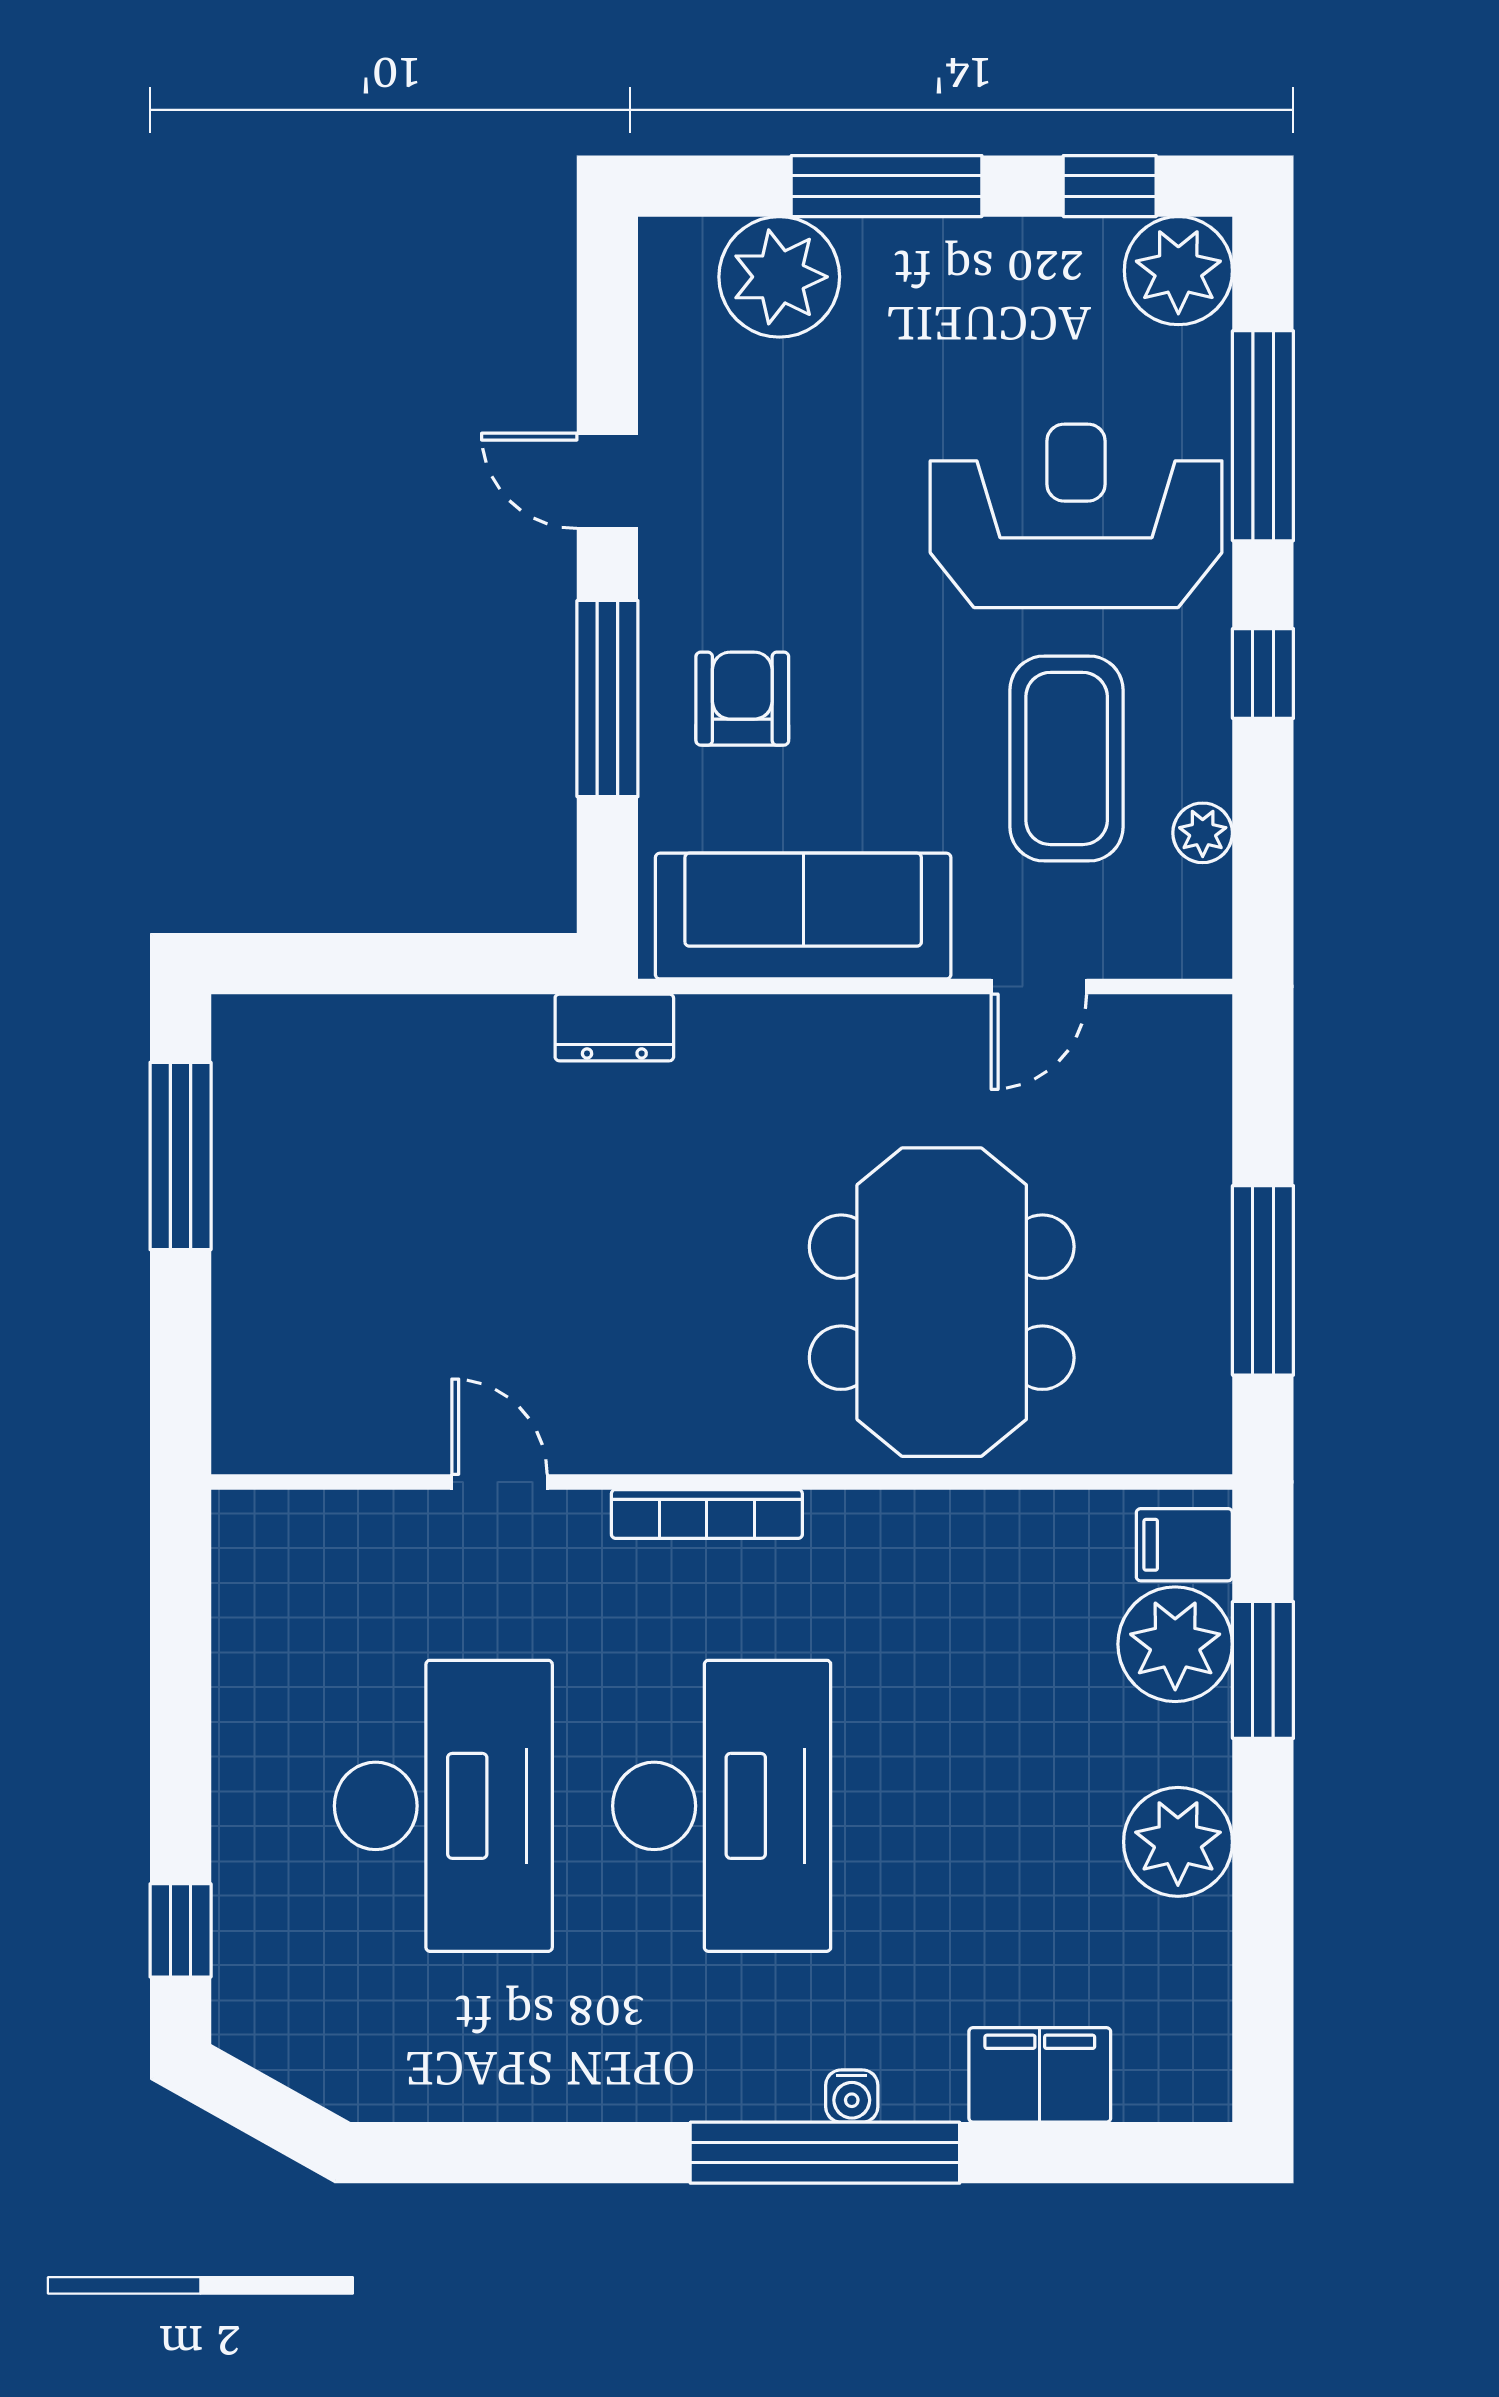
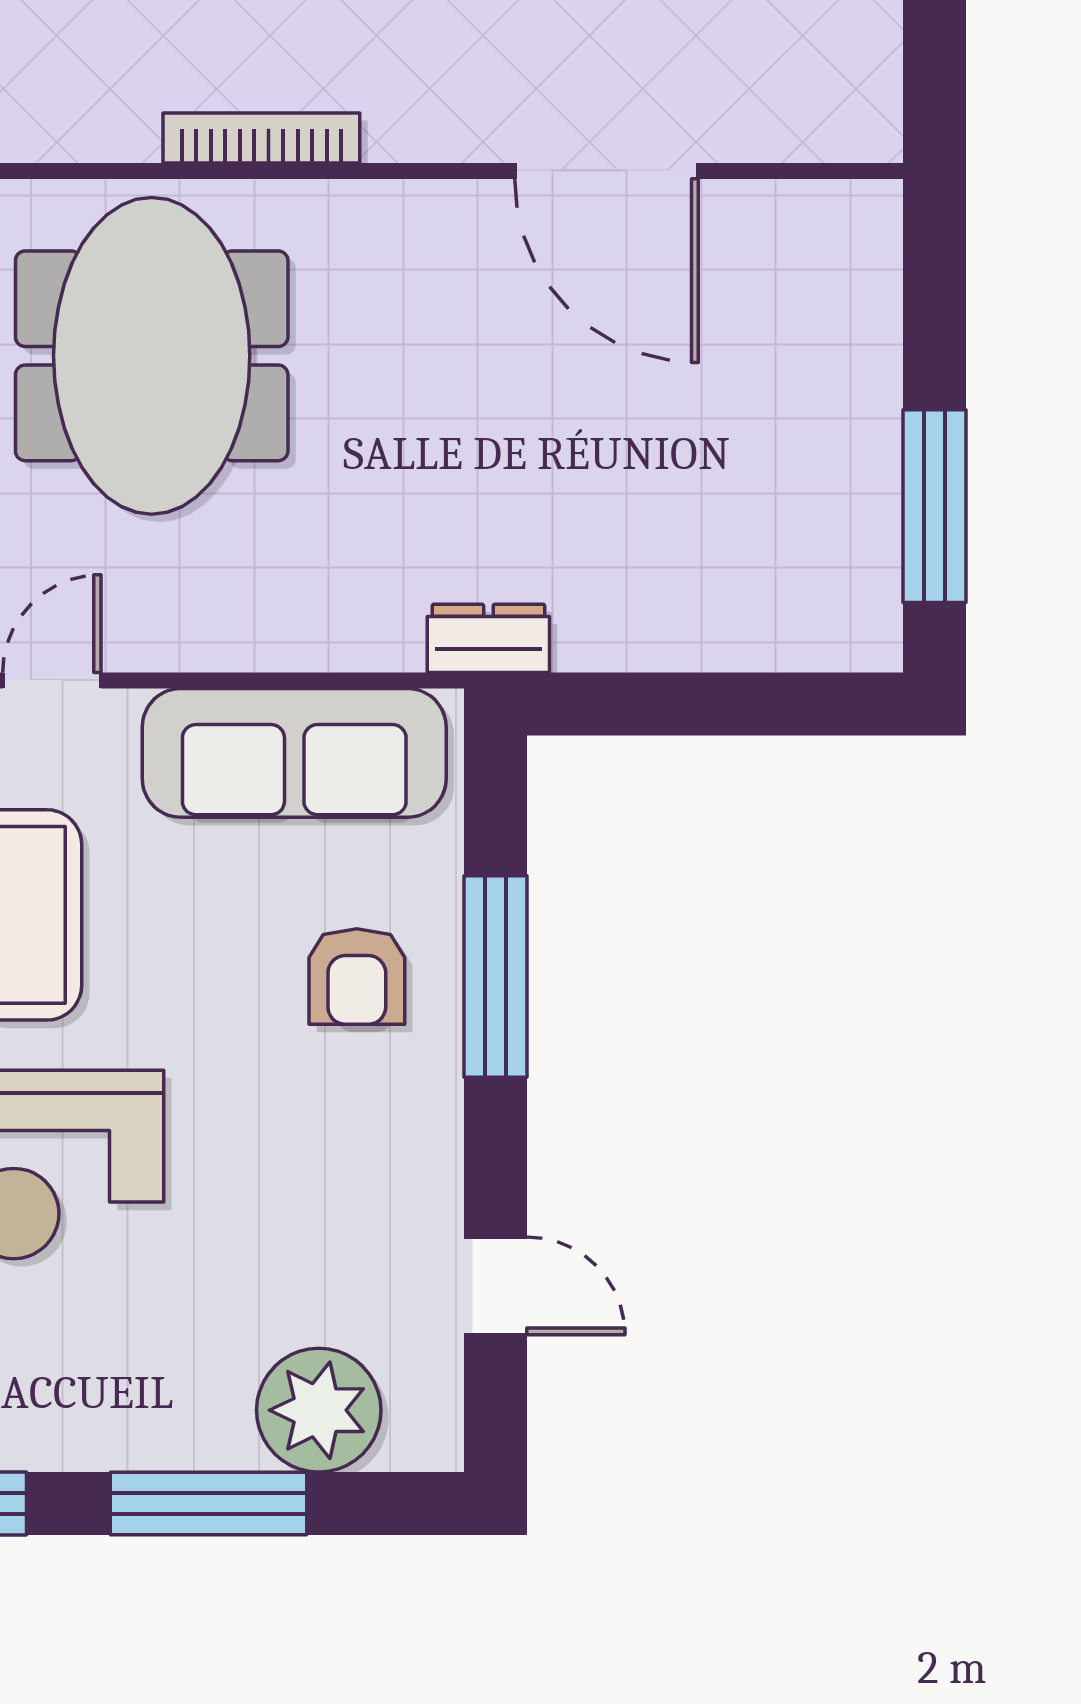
door: (607, 481) -> (496, 1286), moved
door: (499, 1482) -> (606, 171), width x1.88
bookcase: (707, 1514) -> (261, 138), moved

